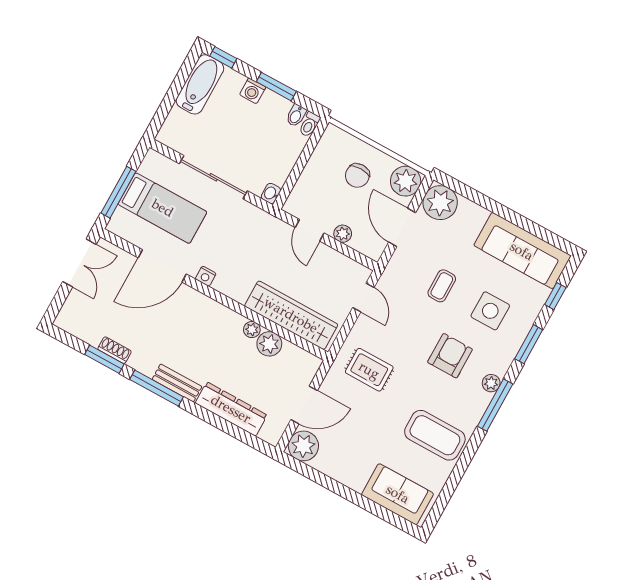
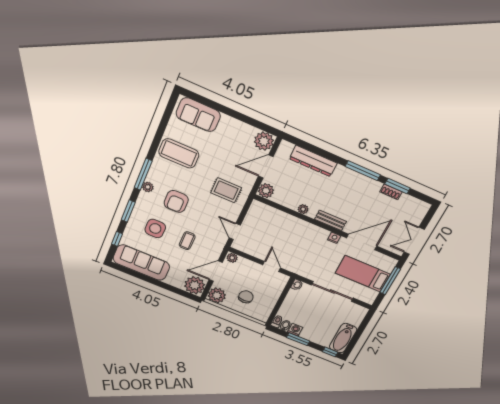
washing machine: (253, 91) -> (295, 330), moved
door: (402, 227) -> (216, 271), swing flipped
plant: (343, 234) -> (232, 258), moved
wardrobe: (291, 315) -> (279, 219), removed
plant: (269, 344) -> (266, 191), moved
bench: (177, 383) -> (331, 220), moved

